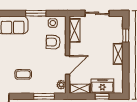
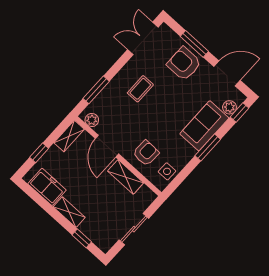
window: (36, 13) -> (208, 148), moved
shelving: (75, 30) -> (126, 177), moved
freezer: (102, 86) -> (47, 187), moved, turned -90

